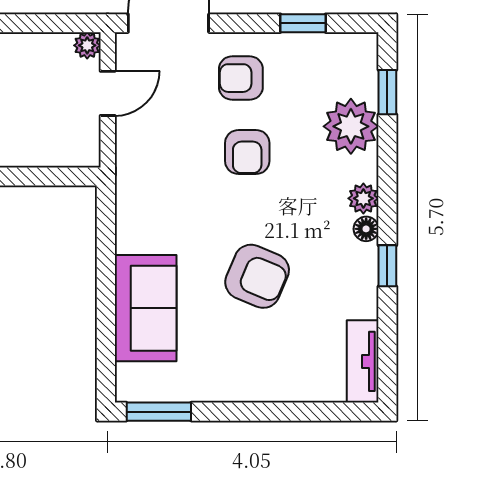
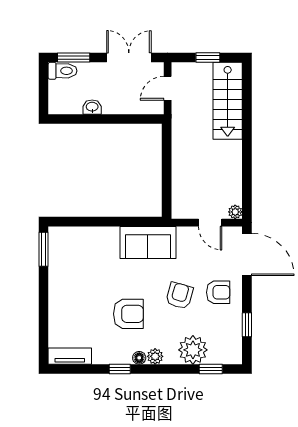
armchair: (241, 78) -> (218, 292), turned 90
armchair: (247, 152) -> (179, 296), turned 106
armchair: (257, 276) -> (128, 314), moved, turned -113
sofa: (146, 308) -> (148, 242), moved

